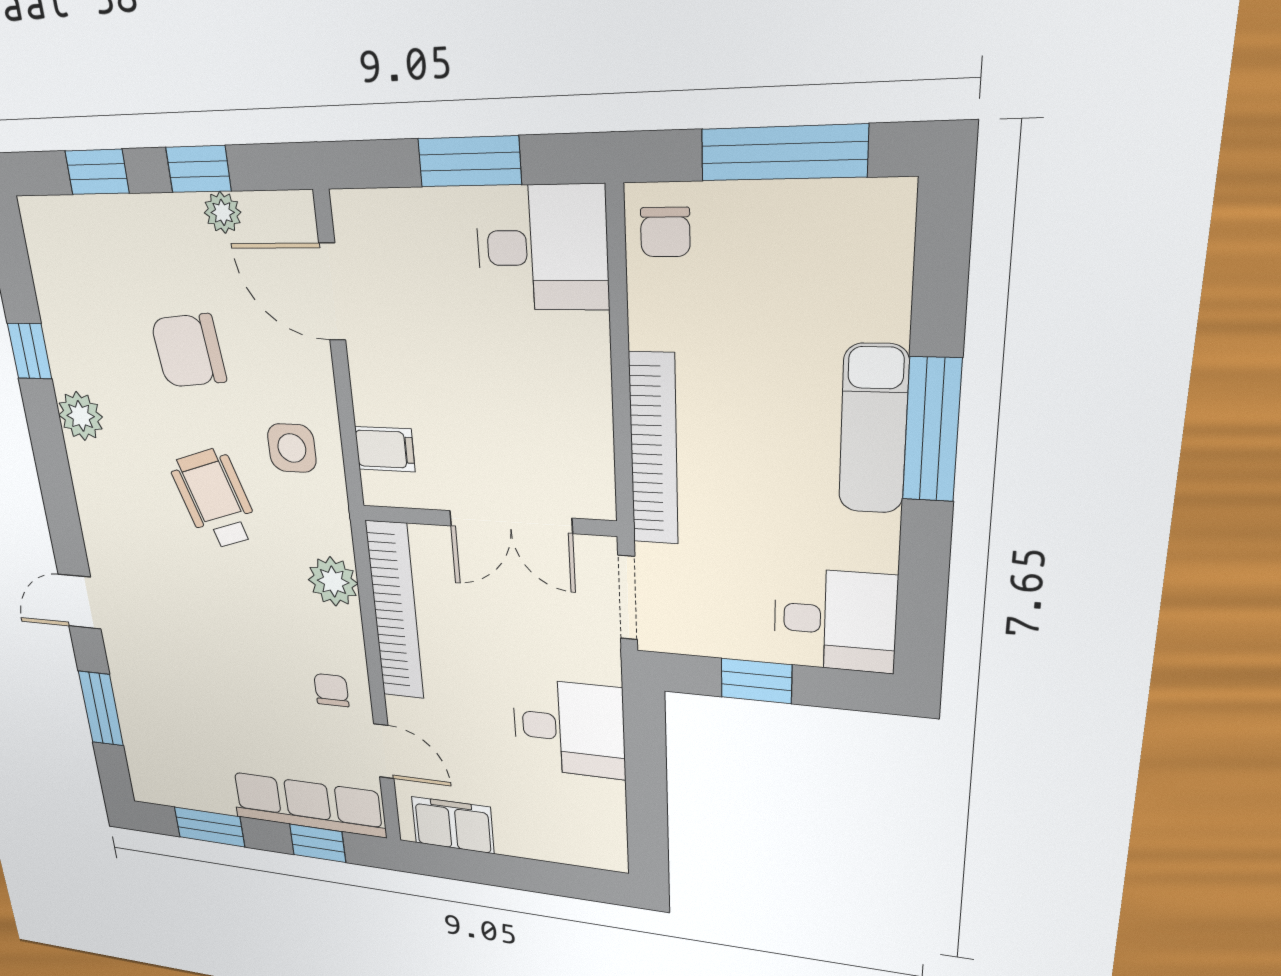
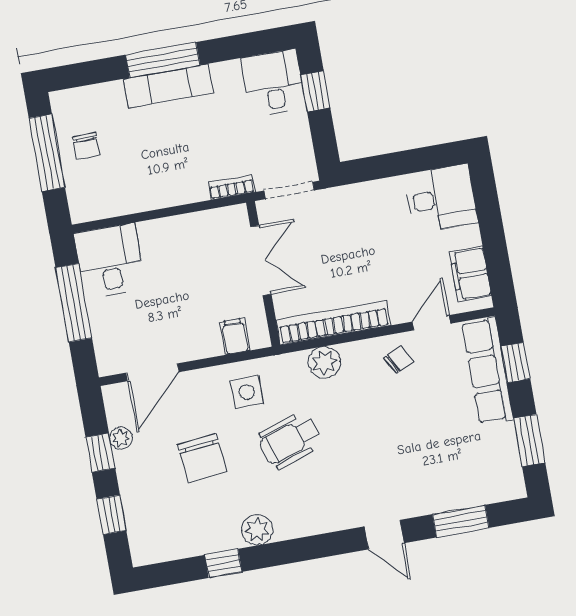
window: (469, 162) -> (74, 303), width x1.44
chair: (665, 232) -> (86, 146), moved, turned 90
bookcase: (654, 450) -> (232, 187), width x0.43, depth x0.76
window: (756, 681) -> (315, 91), moved
chair: (331, 690) -> (398, 359), turned 152
desk: (569, 728) -> (441, 198), moved, turned 90

